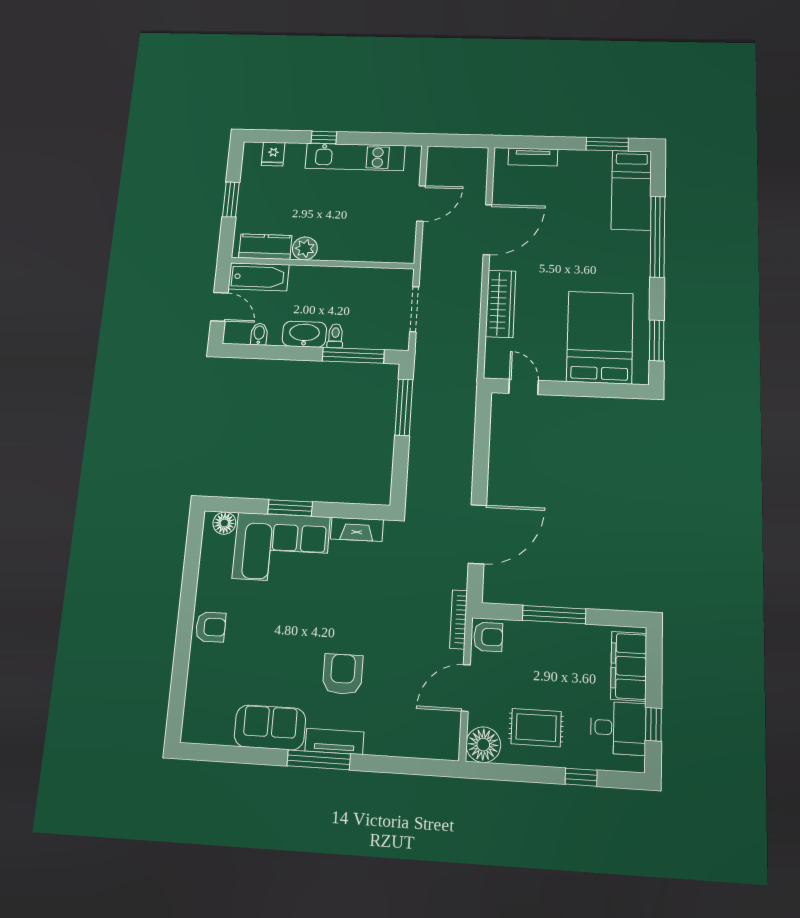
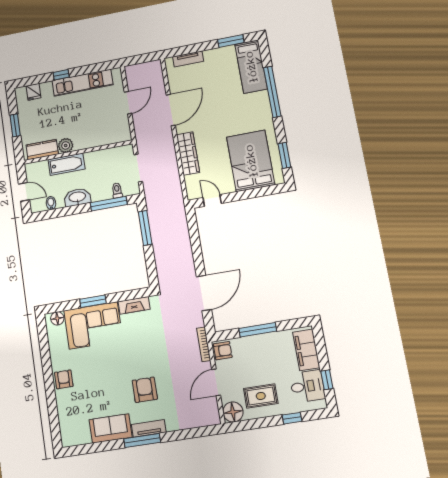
bathtub: (259, 277) -> (67, 164), moved
toilet: (335, 336) -> (117, 190), moved
armchair: (211, 627) -> (64, 379), turned -90

